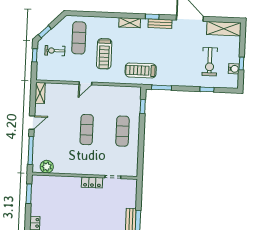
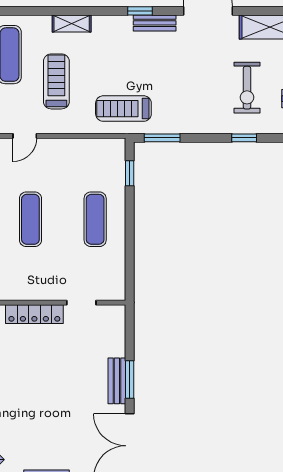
shelving: (130, 23) -> (72, 23), moved
treadmill: (104, 54) -> (56, 81), turned 180
locker: (92, 182) -> (34, 314), width x1.53

